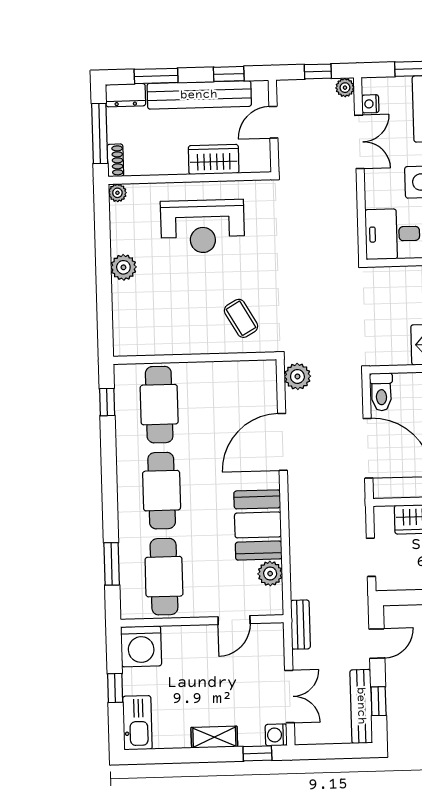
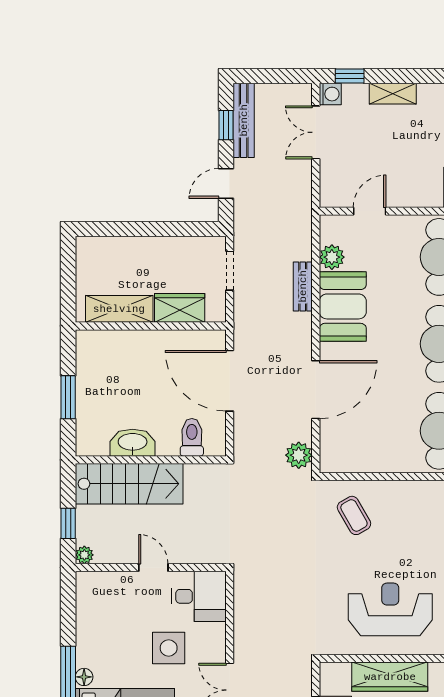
wardrobe: (214, 159) -> (390, 677), width x1.50
toilet: (381, 392) -> (192, 437), moved
bench: (300, 625) -> (303, 286), moved

